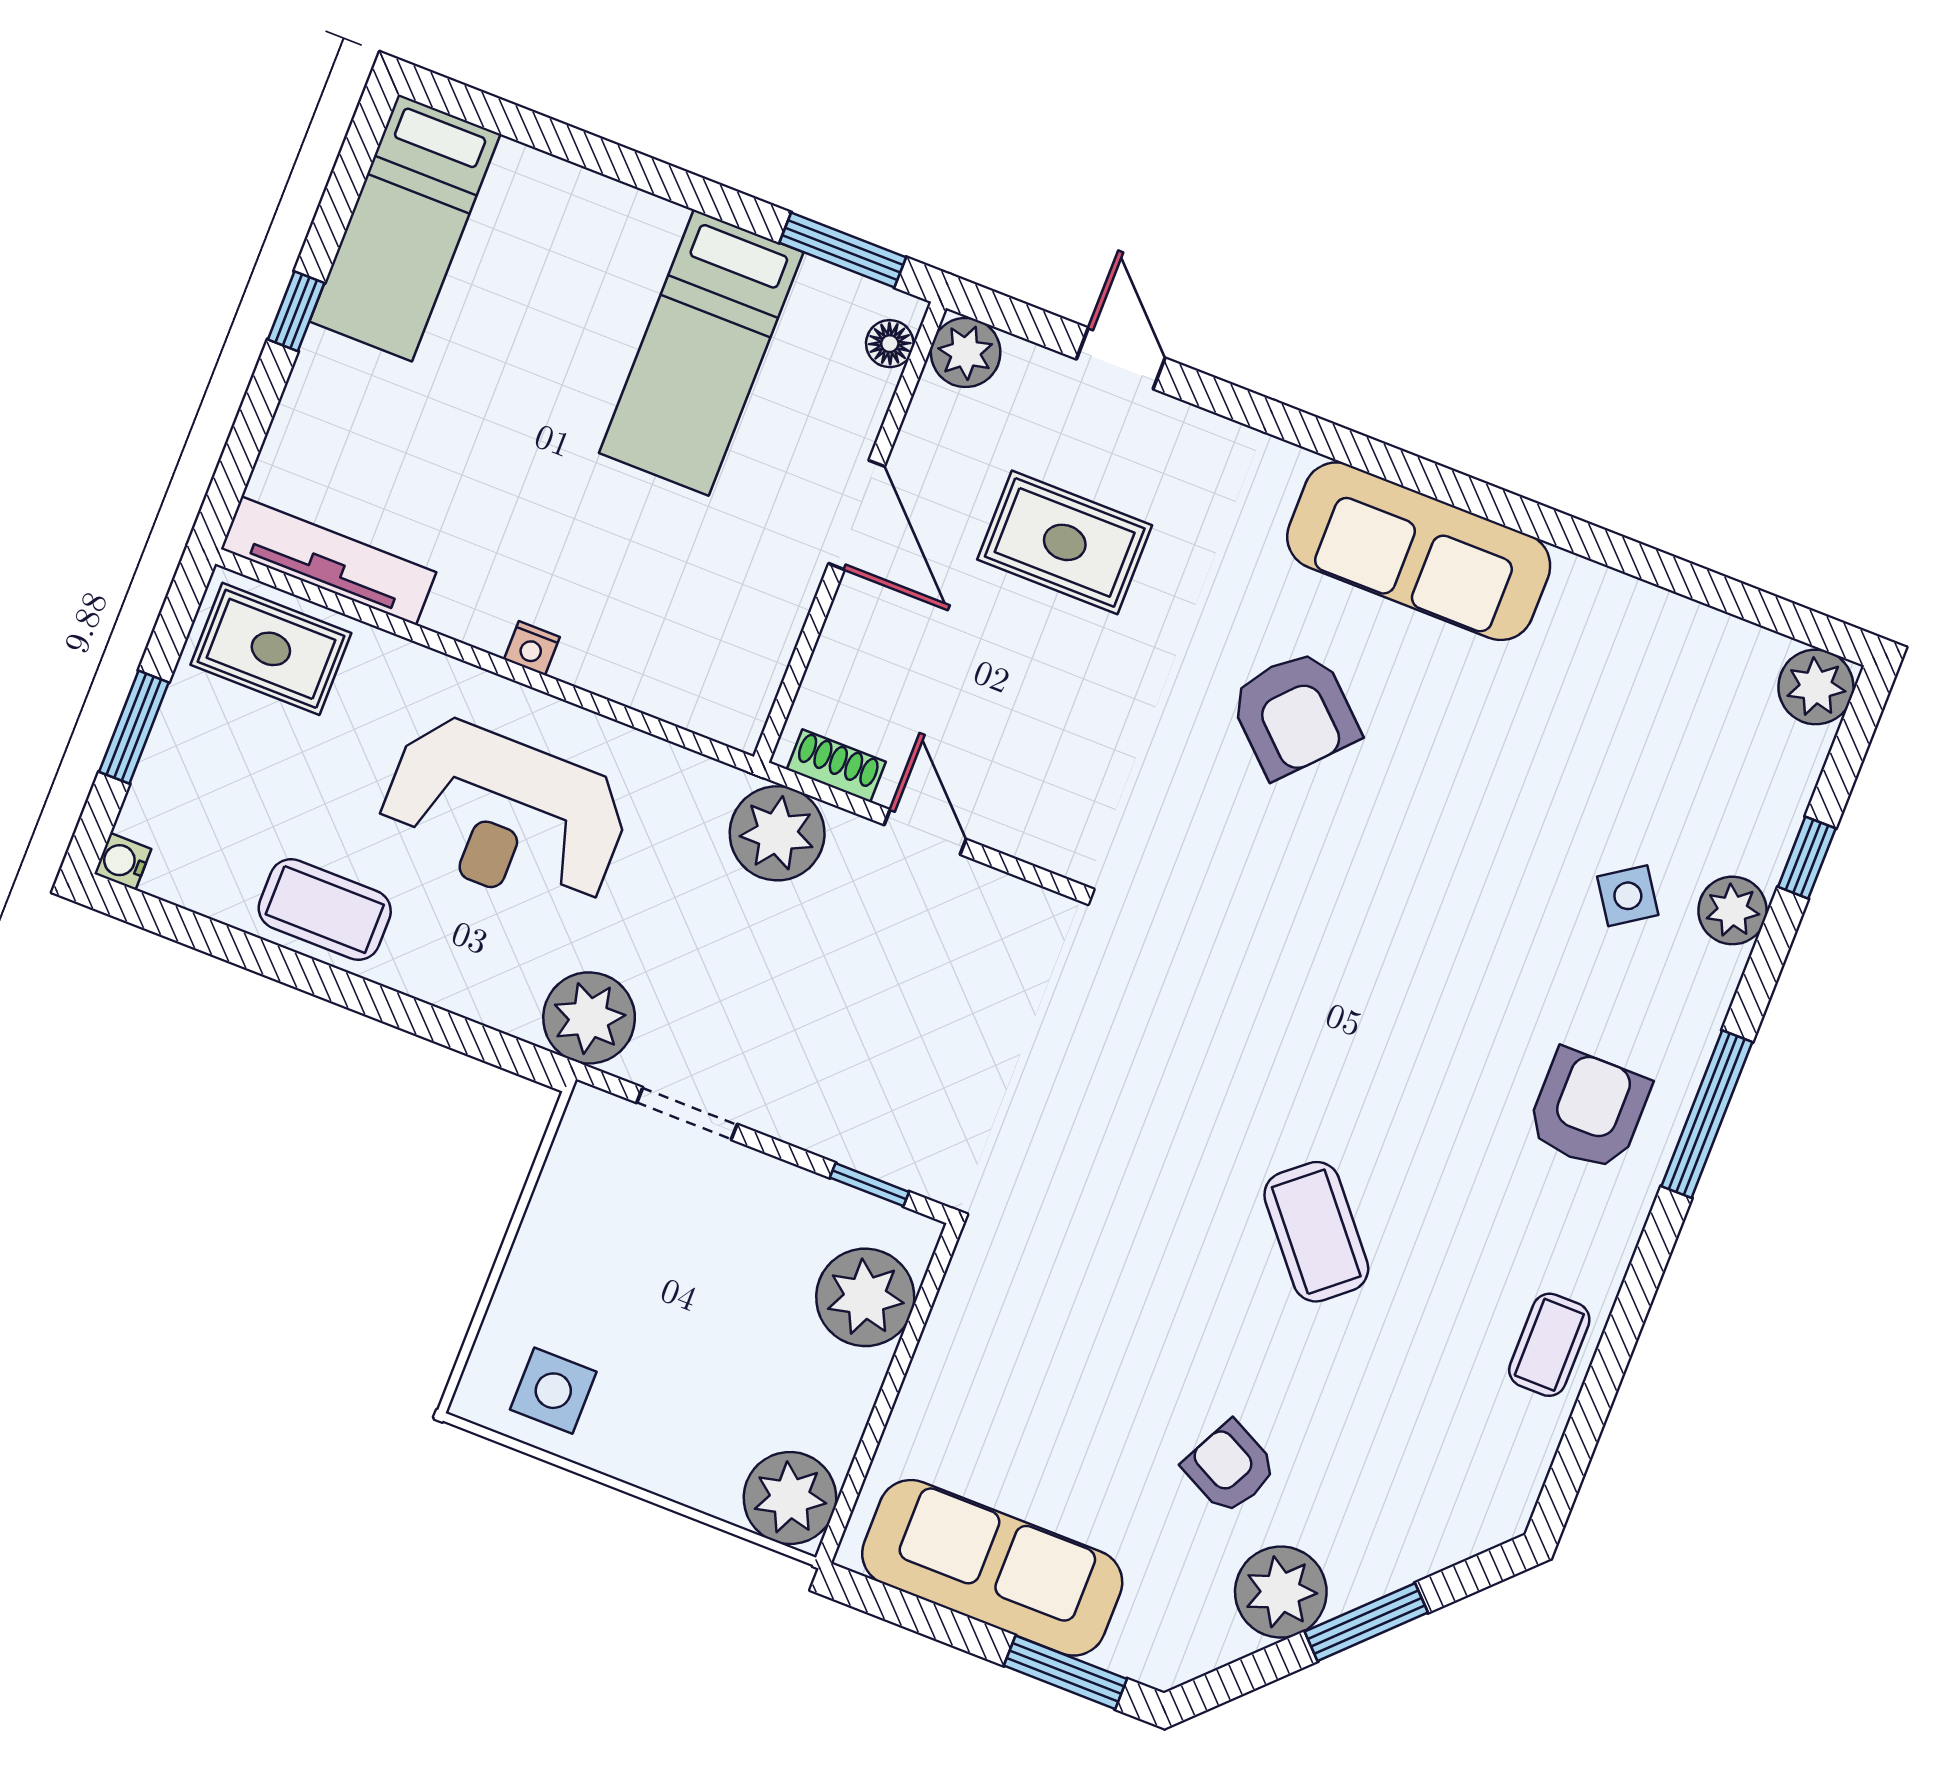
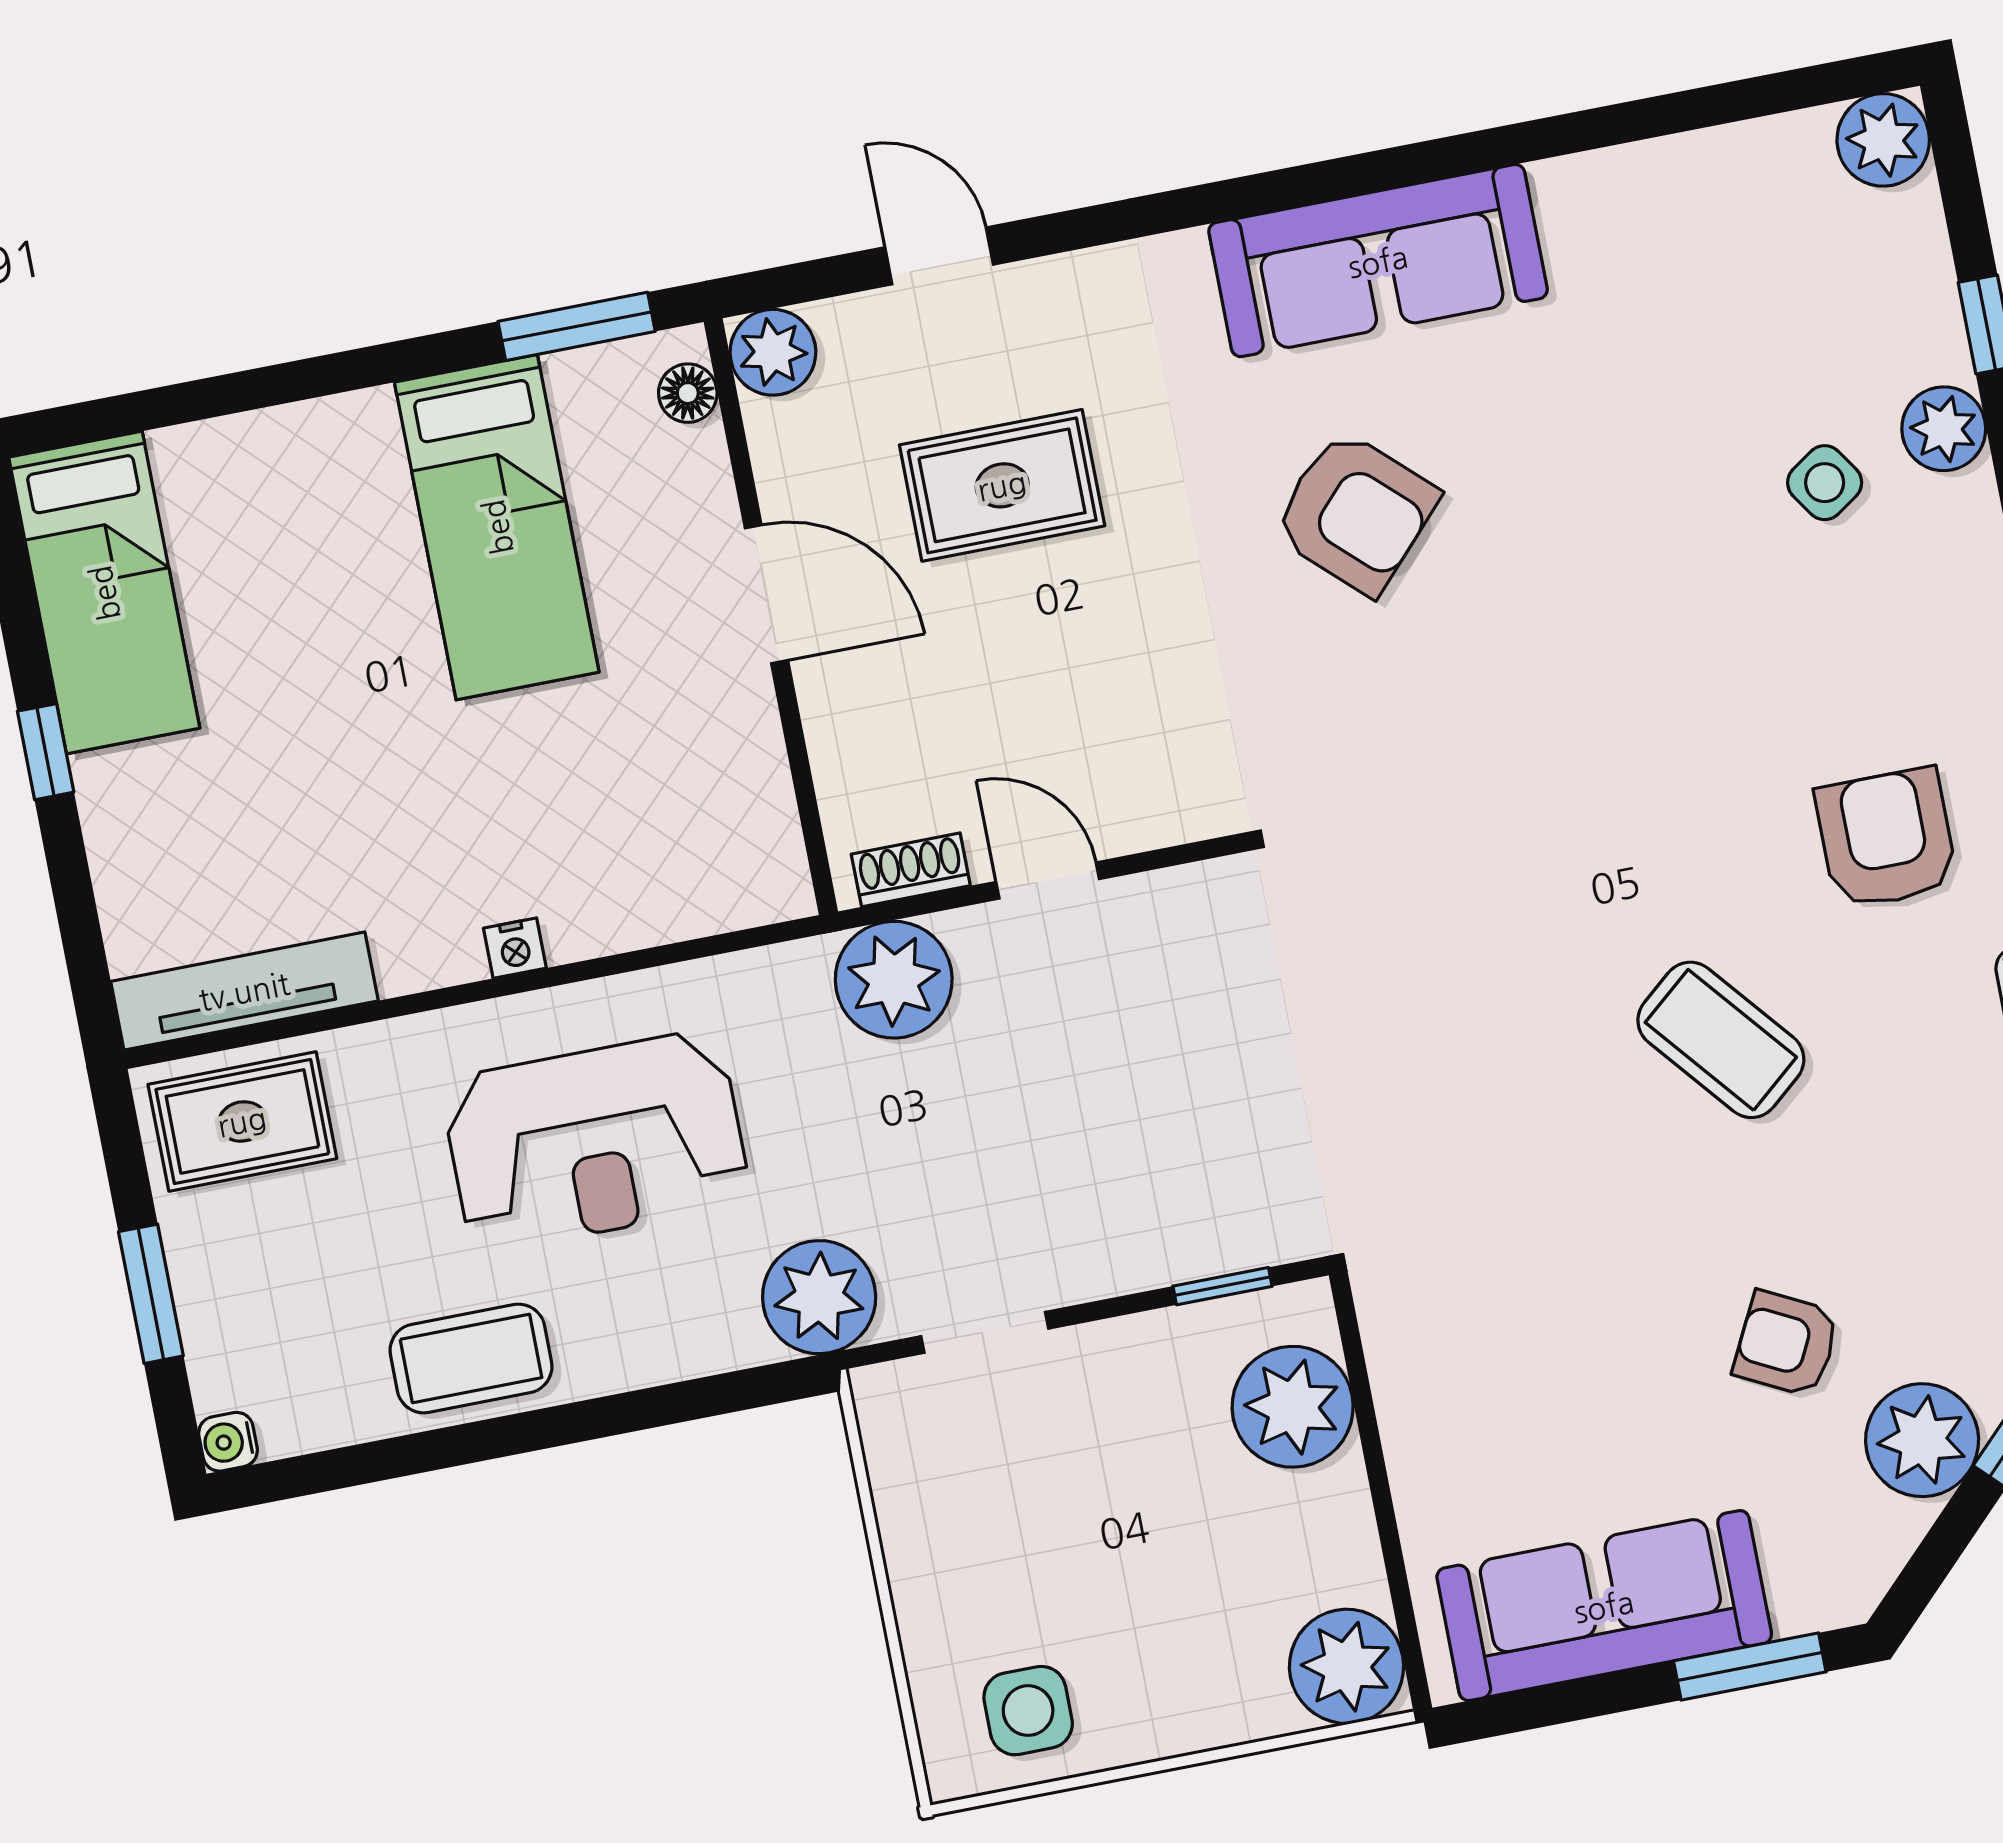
armchair: (1588, 1110) -> (1886, 838), moved

